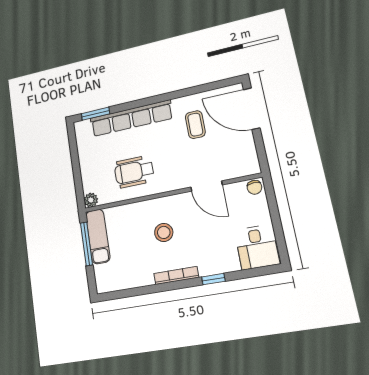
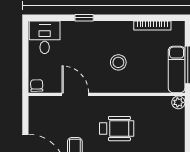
wheelchair: (134, 172) -> (117, 129), moved
bookcase: (176, 275) -> (152, 25), moved

